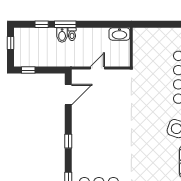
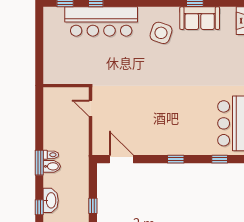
window: (42, 24) -> (39, 207), moved
washbasin: (119, 34) -> (51, 200), moved
door: (97, 68) -> (90, 108), moved

